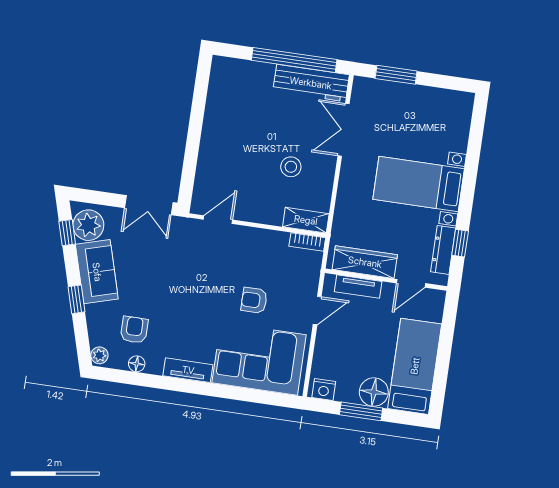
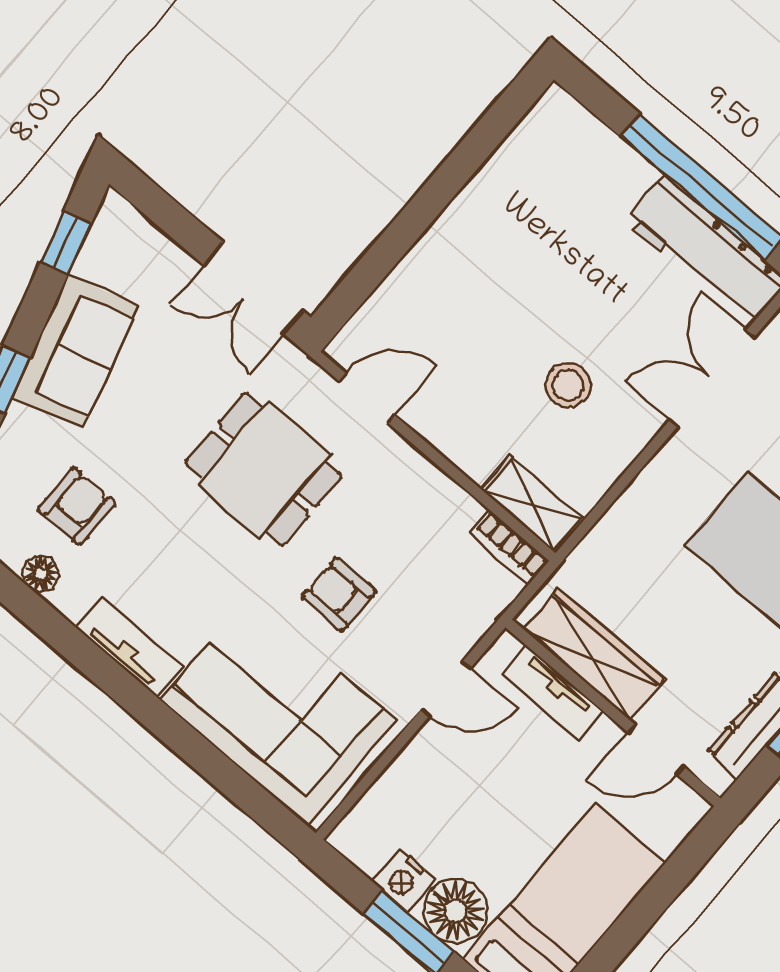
plant: (88, 225) -> (115, 253), removed
dining table: (196, 271) -> (264, 469), added
nightstand: (324, 389) -> (403, 880), moved

